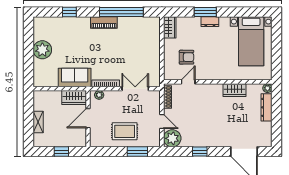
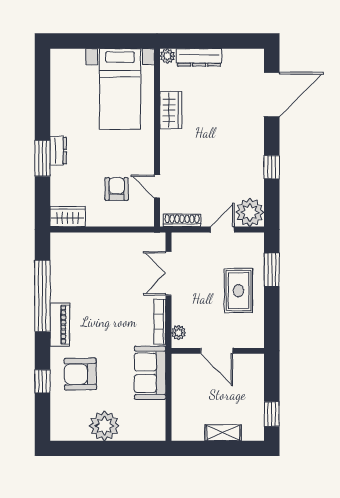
armchair: (74, 35) -> (80, 374), added
bed with nightstands: (251, 41) -> (120, 89), moved, turned 90
wardrobe: (74, 98) -> (183, 374), removed
window: (61, 152) -> (272, 414), moved

